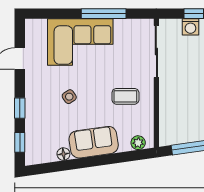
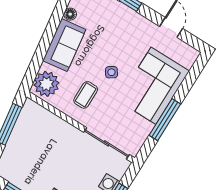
side table: (69, 97) -> (111, 72), moved
plant: (138, 143) -> (46, 84), width x1.87, depth x1.87

